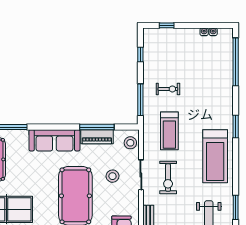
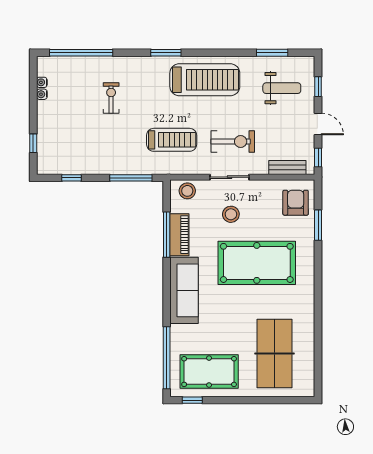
exercise bike: (168, 89) -> (111, 98), moved

